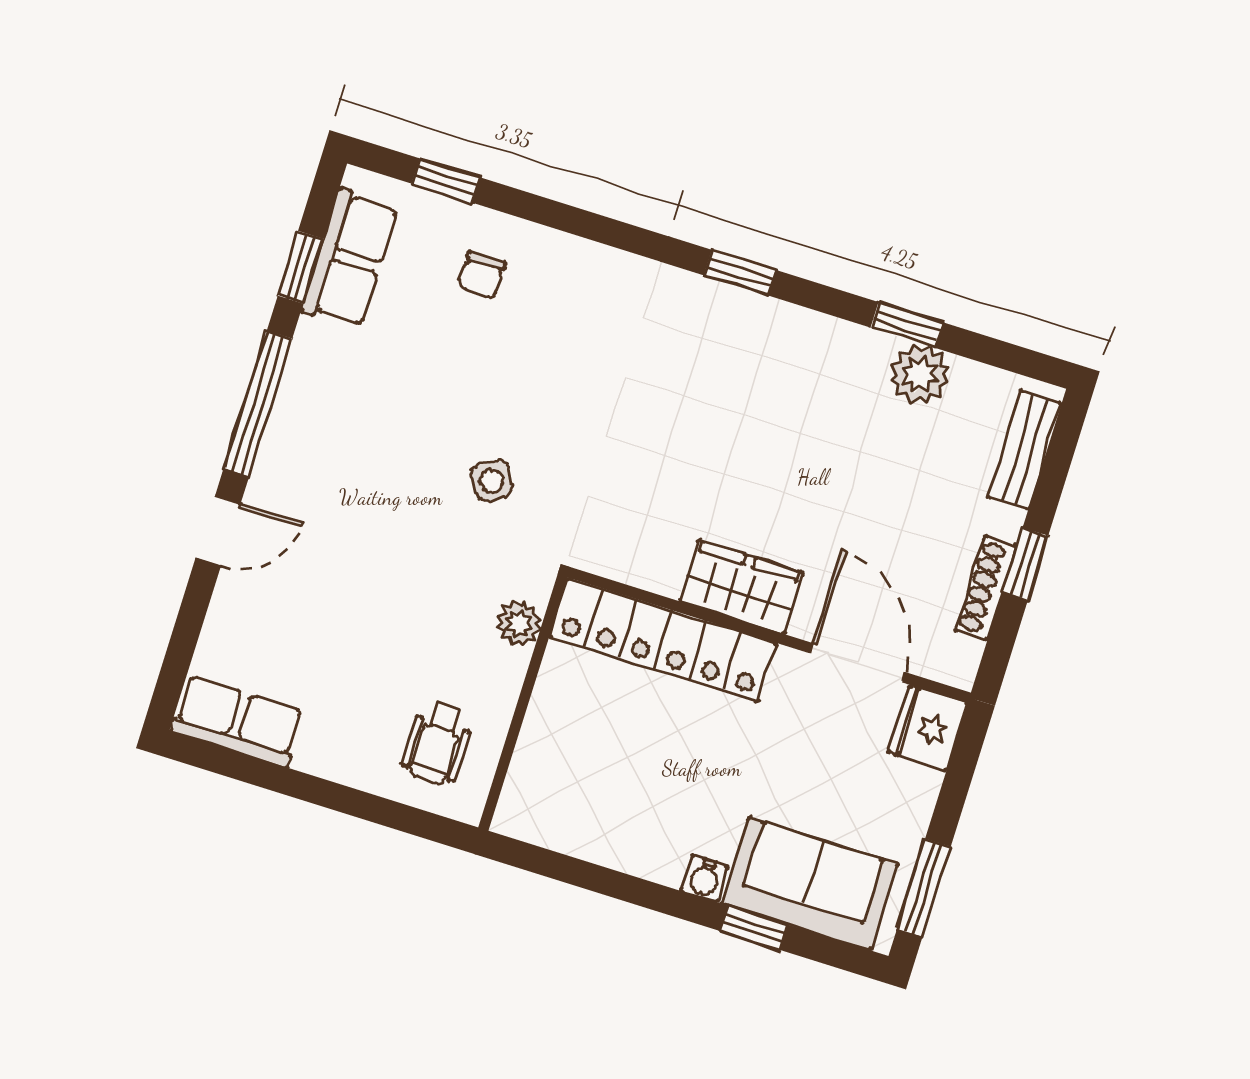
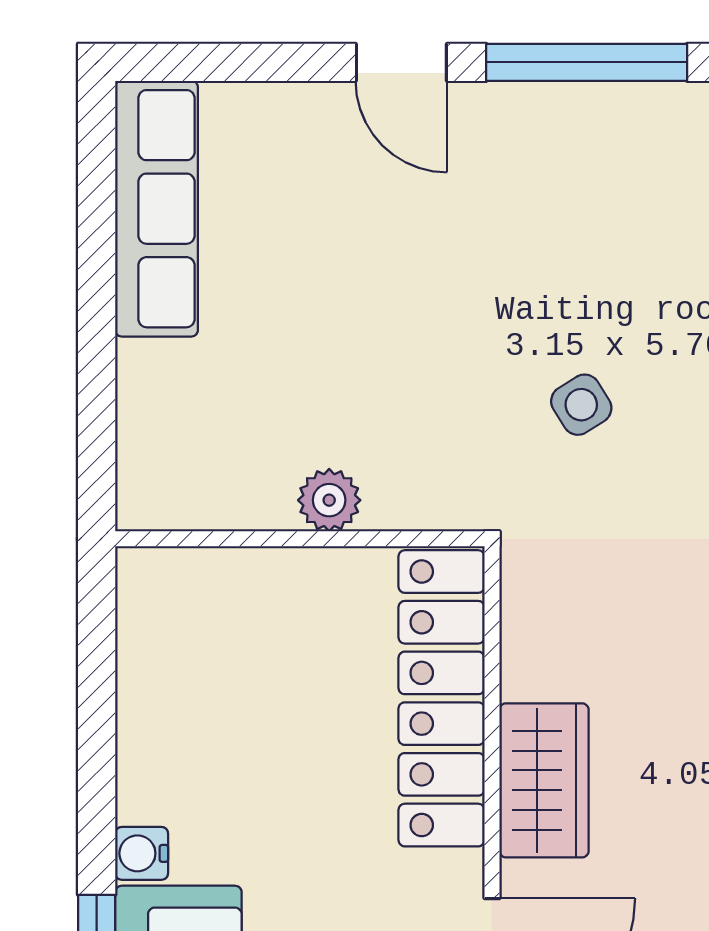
plant: (519, 623) -> (329, 500), moved
row of seats: (238, 721) -> (157, 209), width x1.48
wheelchair: (437, 743) -> (211, 442), removed

